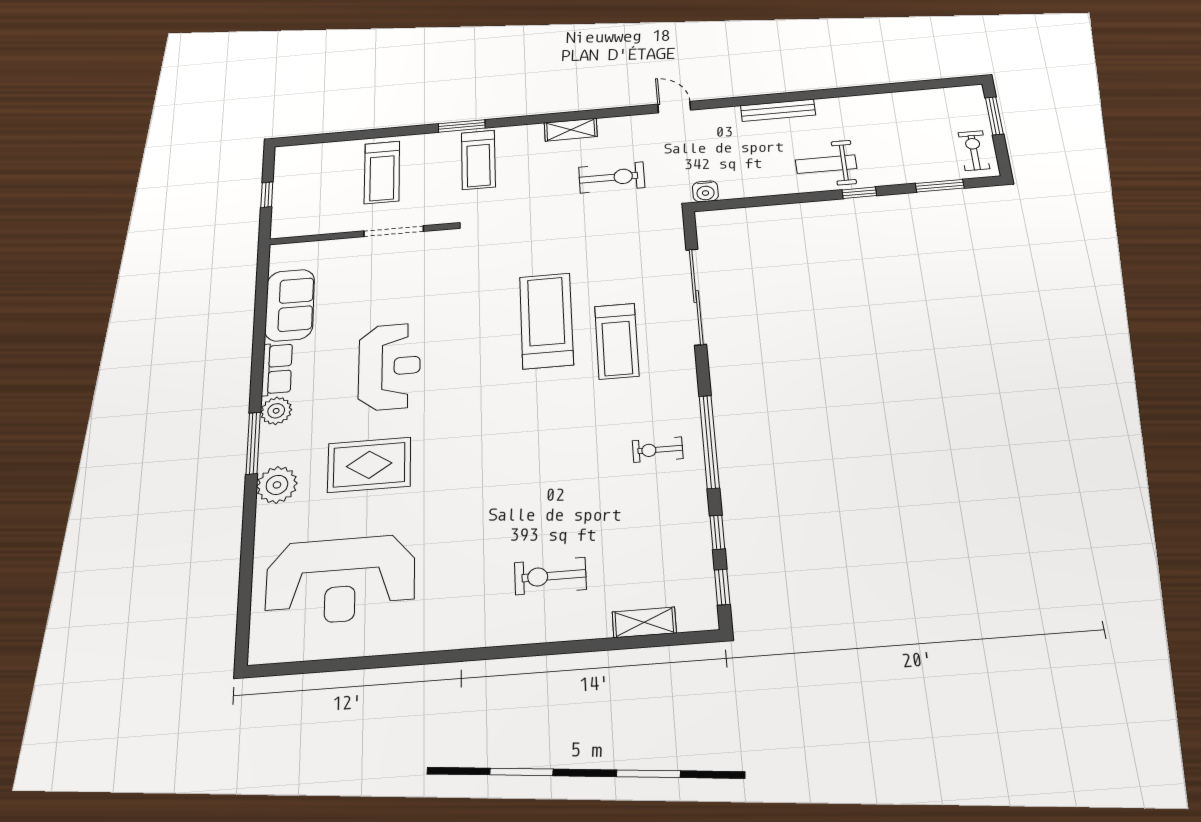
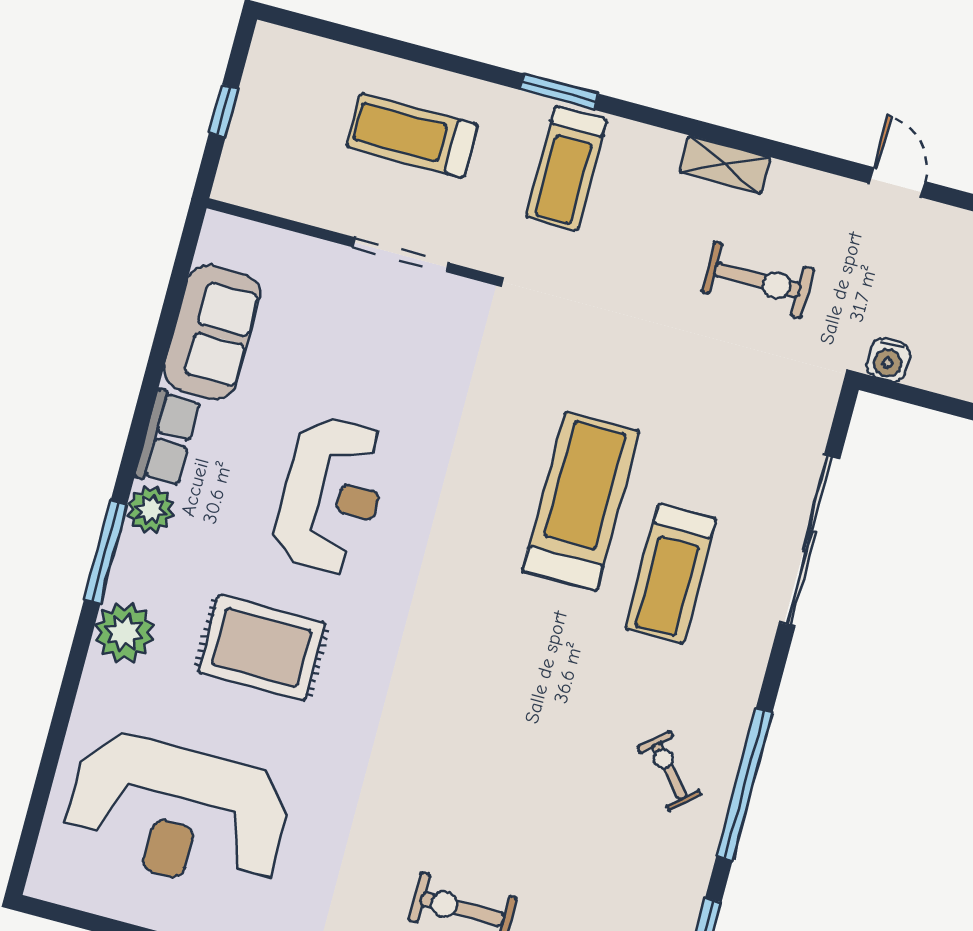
treadmill: (382, 172) -> (412, 135), turned 90
exercise bike: (658, 450) -> (669, 771), turned 49

